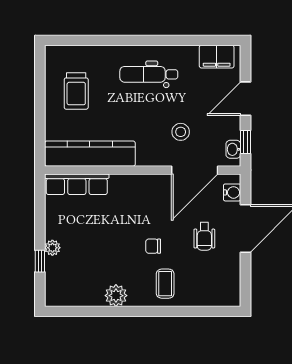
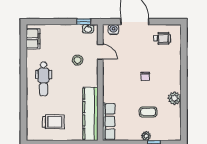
door: (246, 99) -> (58, 22), removed
door: (195, 170) -> (100, 52), width x0.53
wheelchair: (204, 236) -> (162, 38), moved
coffee table: (165, 284) -> (148, 112), moved

